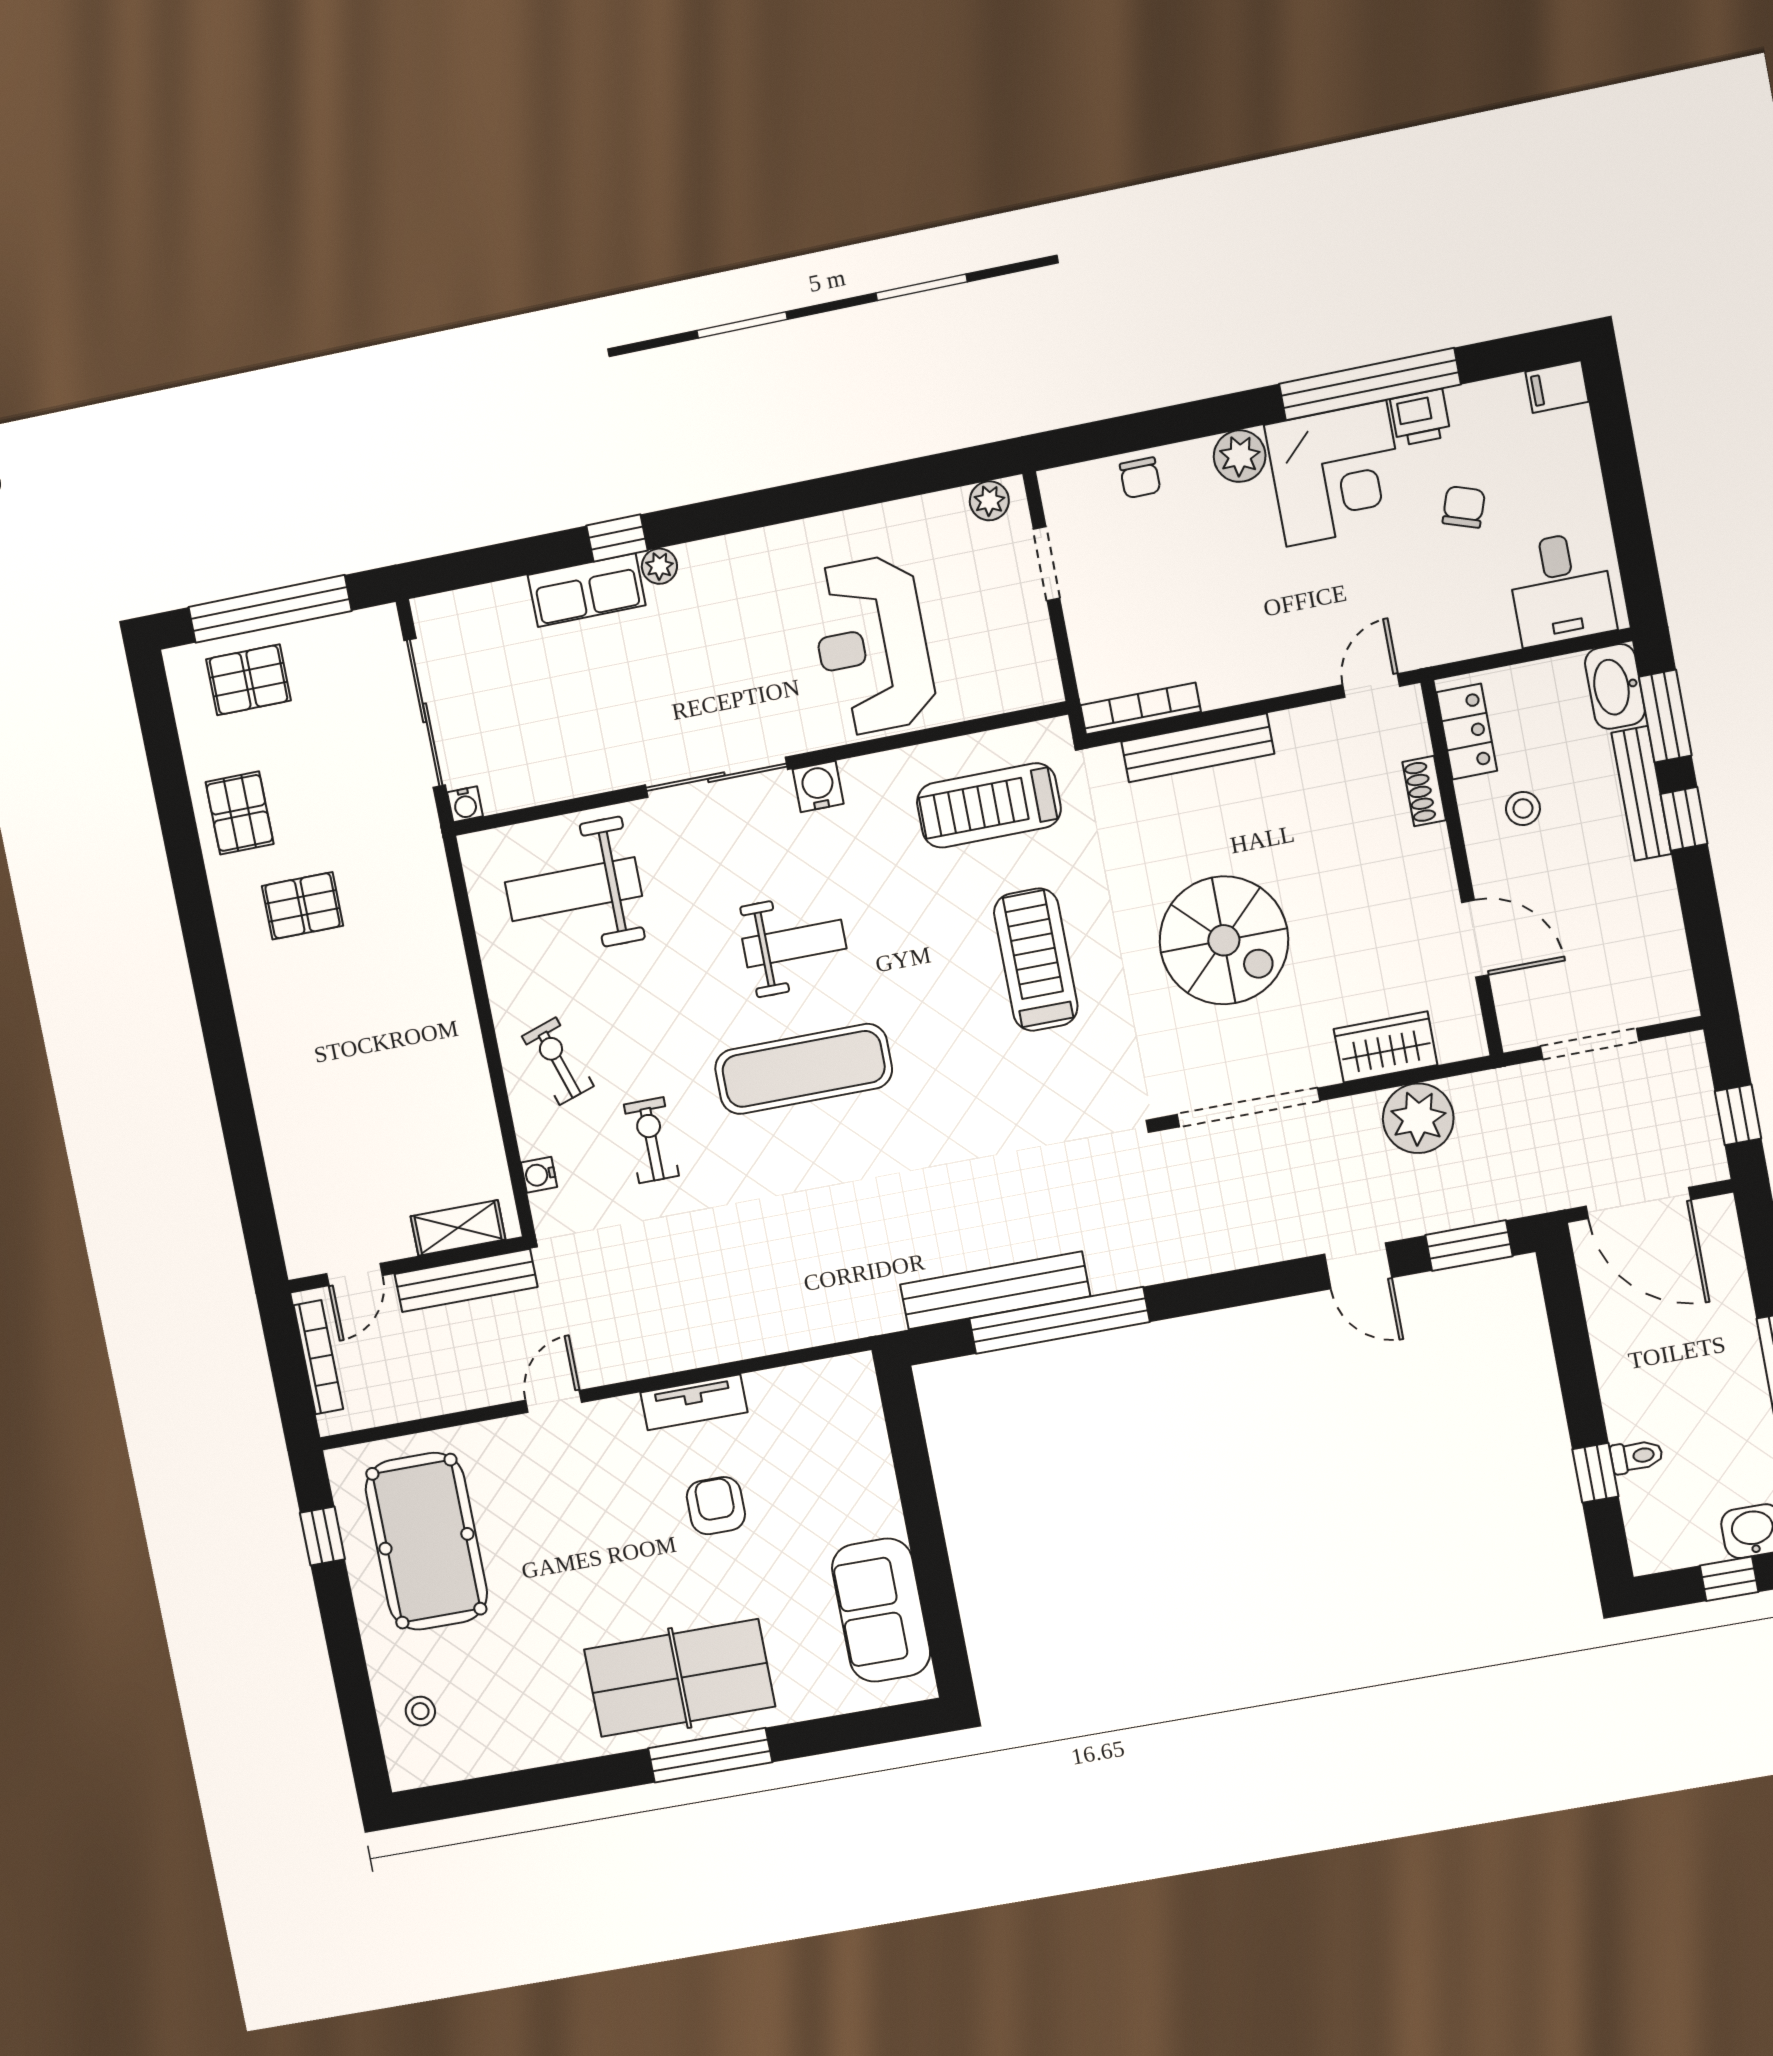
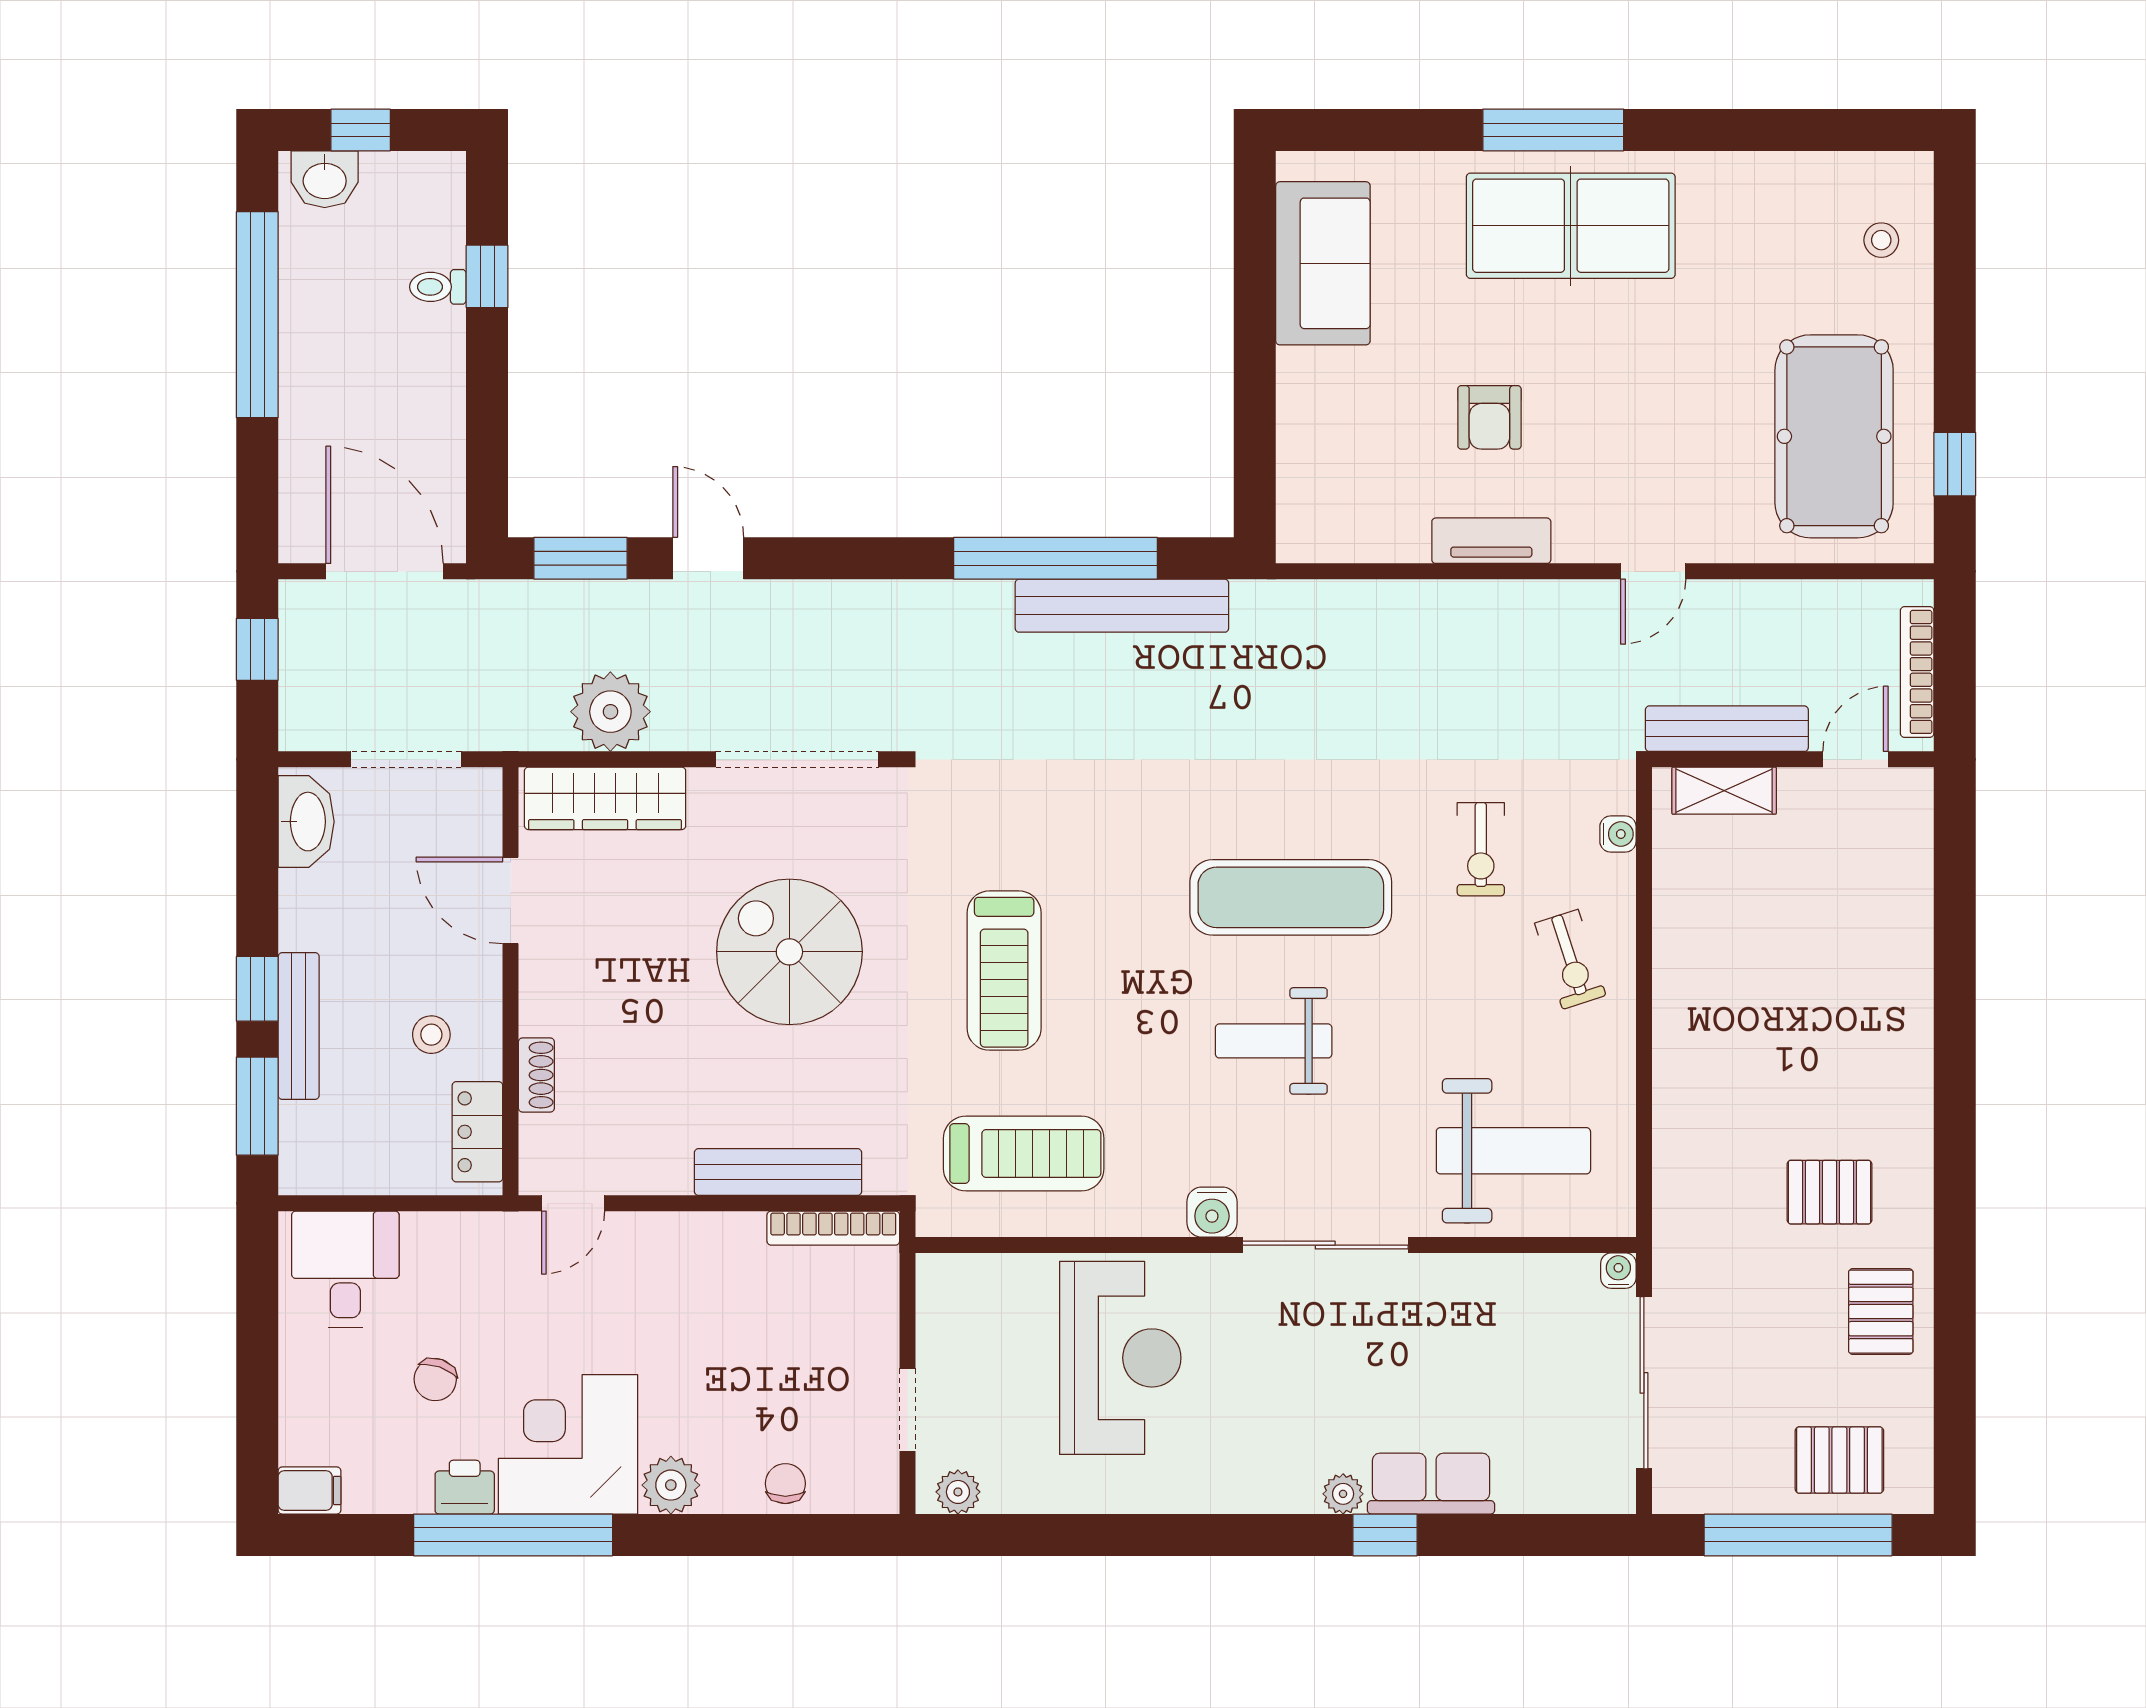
washbasin: (1615, 686) -> (306, 822), moved
wardrobe: (1386, 1047) -> (605, 798), width x1.50

